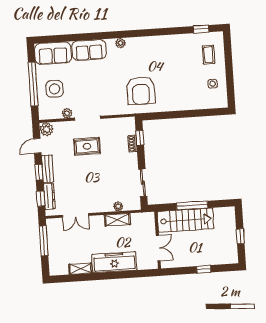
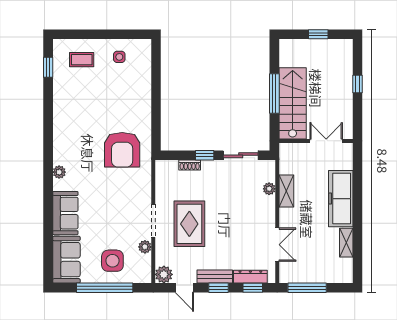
armchair: (141, 91) -> (122, 150), turned 90
window: (140, 138) -> (205, 155), moved
rug: (87, 146) -> (189, 224), width x1.36, depth x1.43

